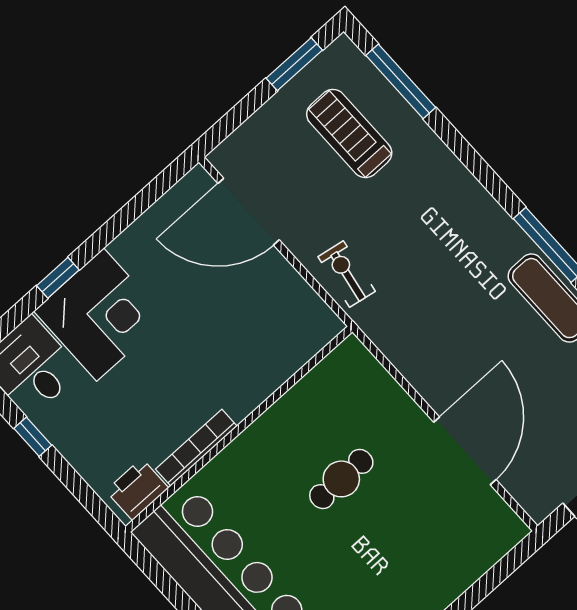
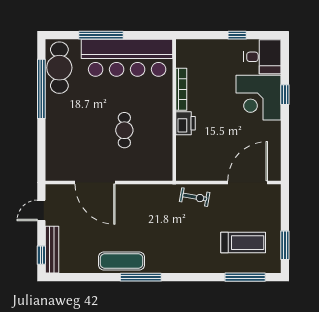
printer: (137, 489) -> (185, 123), moved

